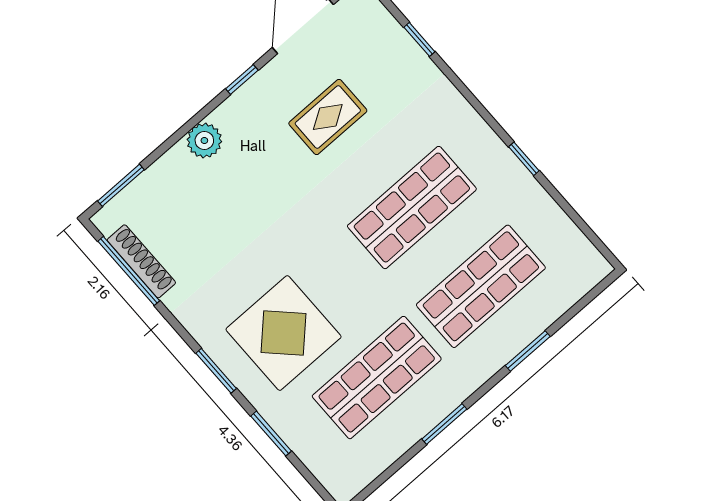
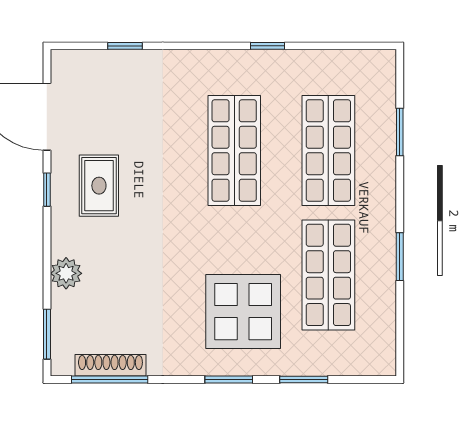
rug: (328, 117) -> (99, 186), moved
plant: (204, 140) -> (66, 273), moved
window: (528, 351) -> (400, 132), moved

